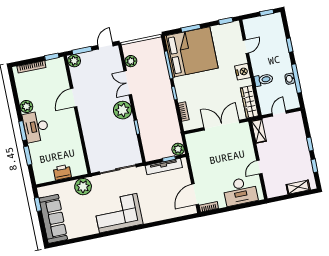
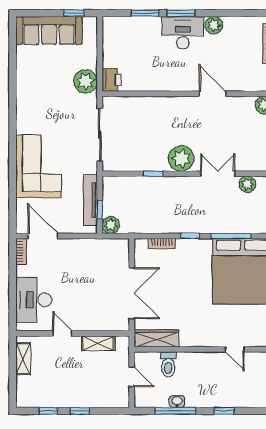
nightstand: (243, 72) -> (200, 338), removed
toilet: (264, 80) -> (168, 364), moved
shelving: (259, 131) -> (98, 343), moved
printer: (62, 172) -> (112, 80), moved
shelving: (298, 187) -> (23, 359), moved
corner sofa: (118, 213) -> (38, 166), moved

